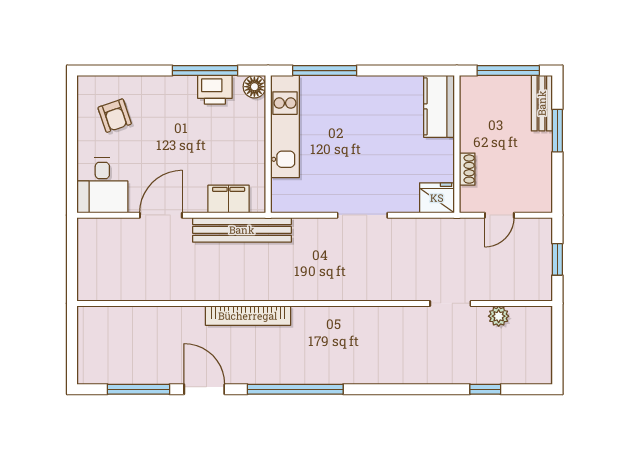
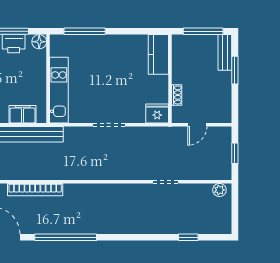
kitchen unit: (285, 127) -> (59, 90), moved
plant: (499, 316) -> (219, 190), moved

